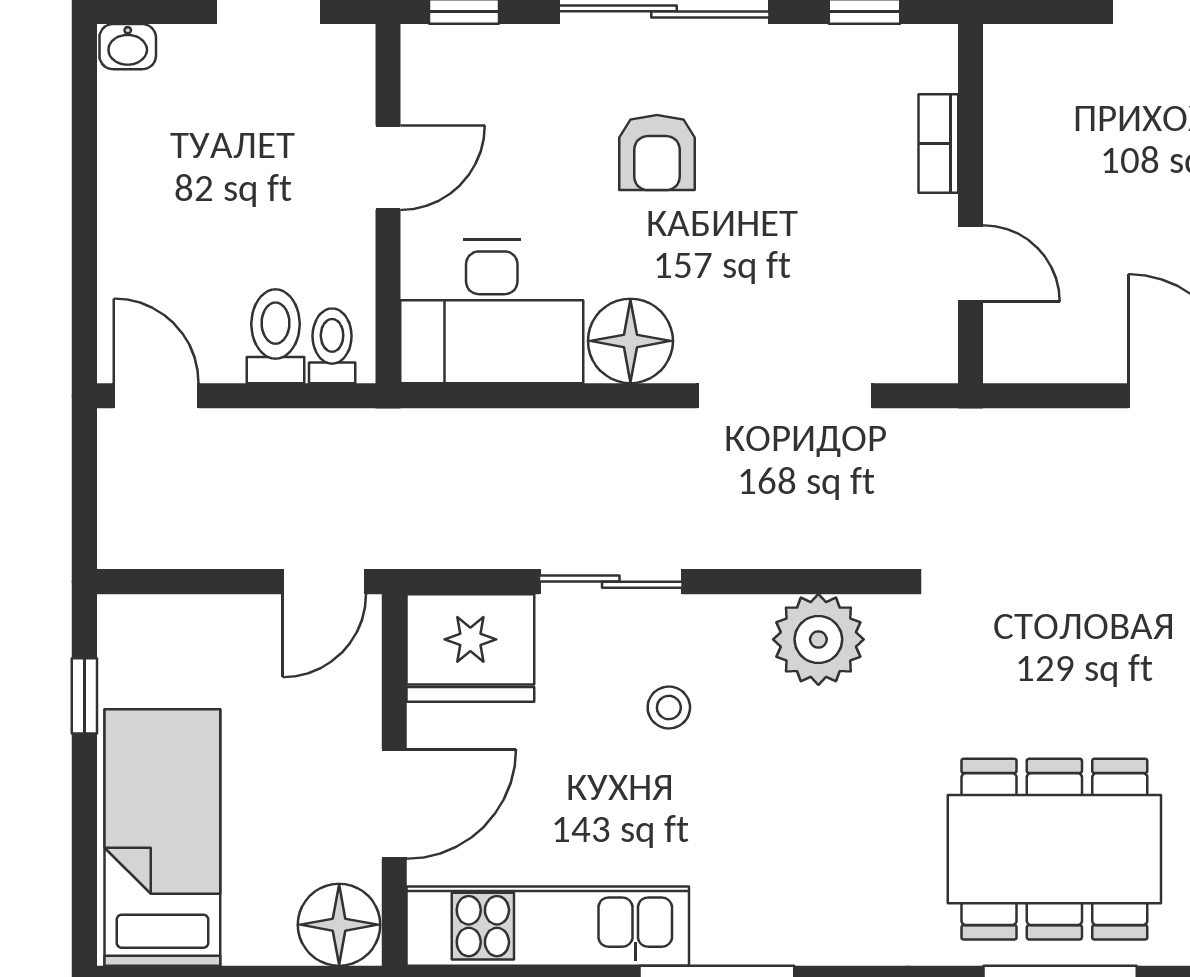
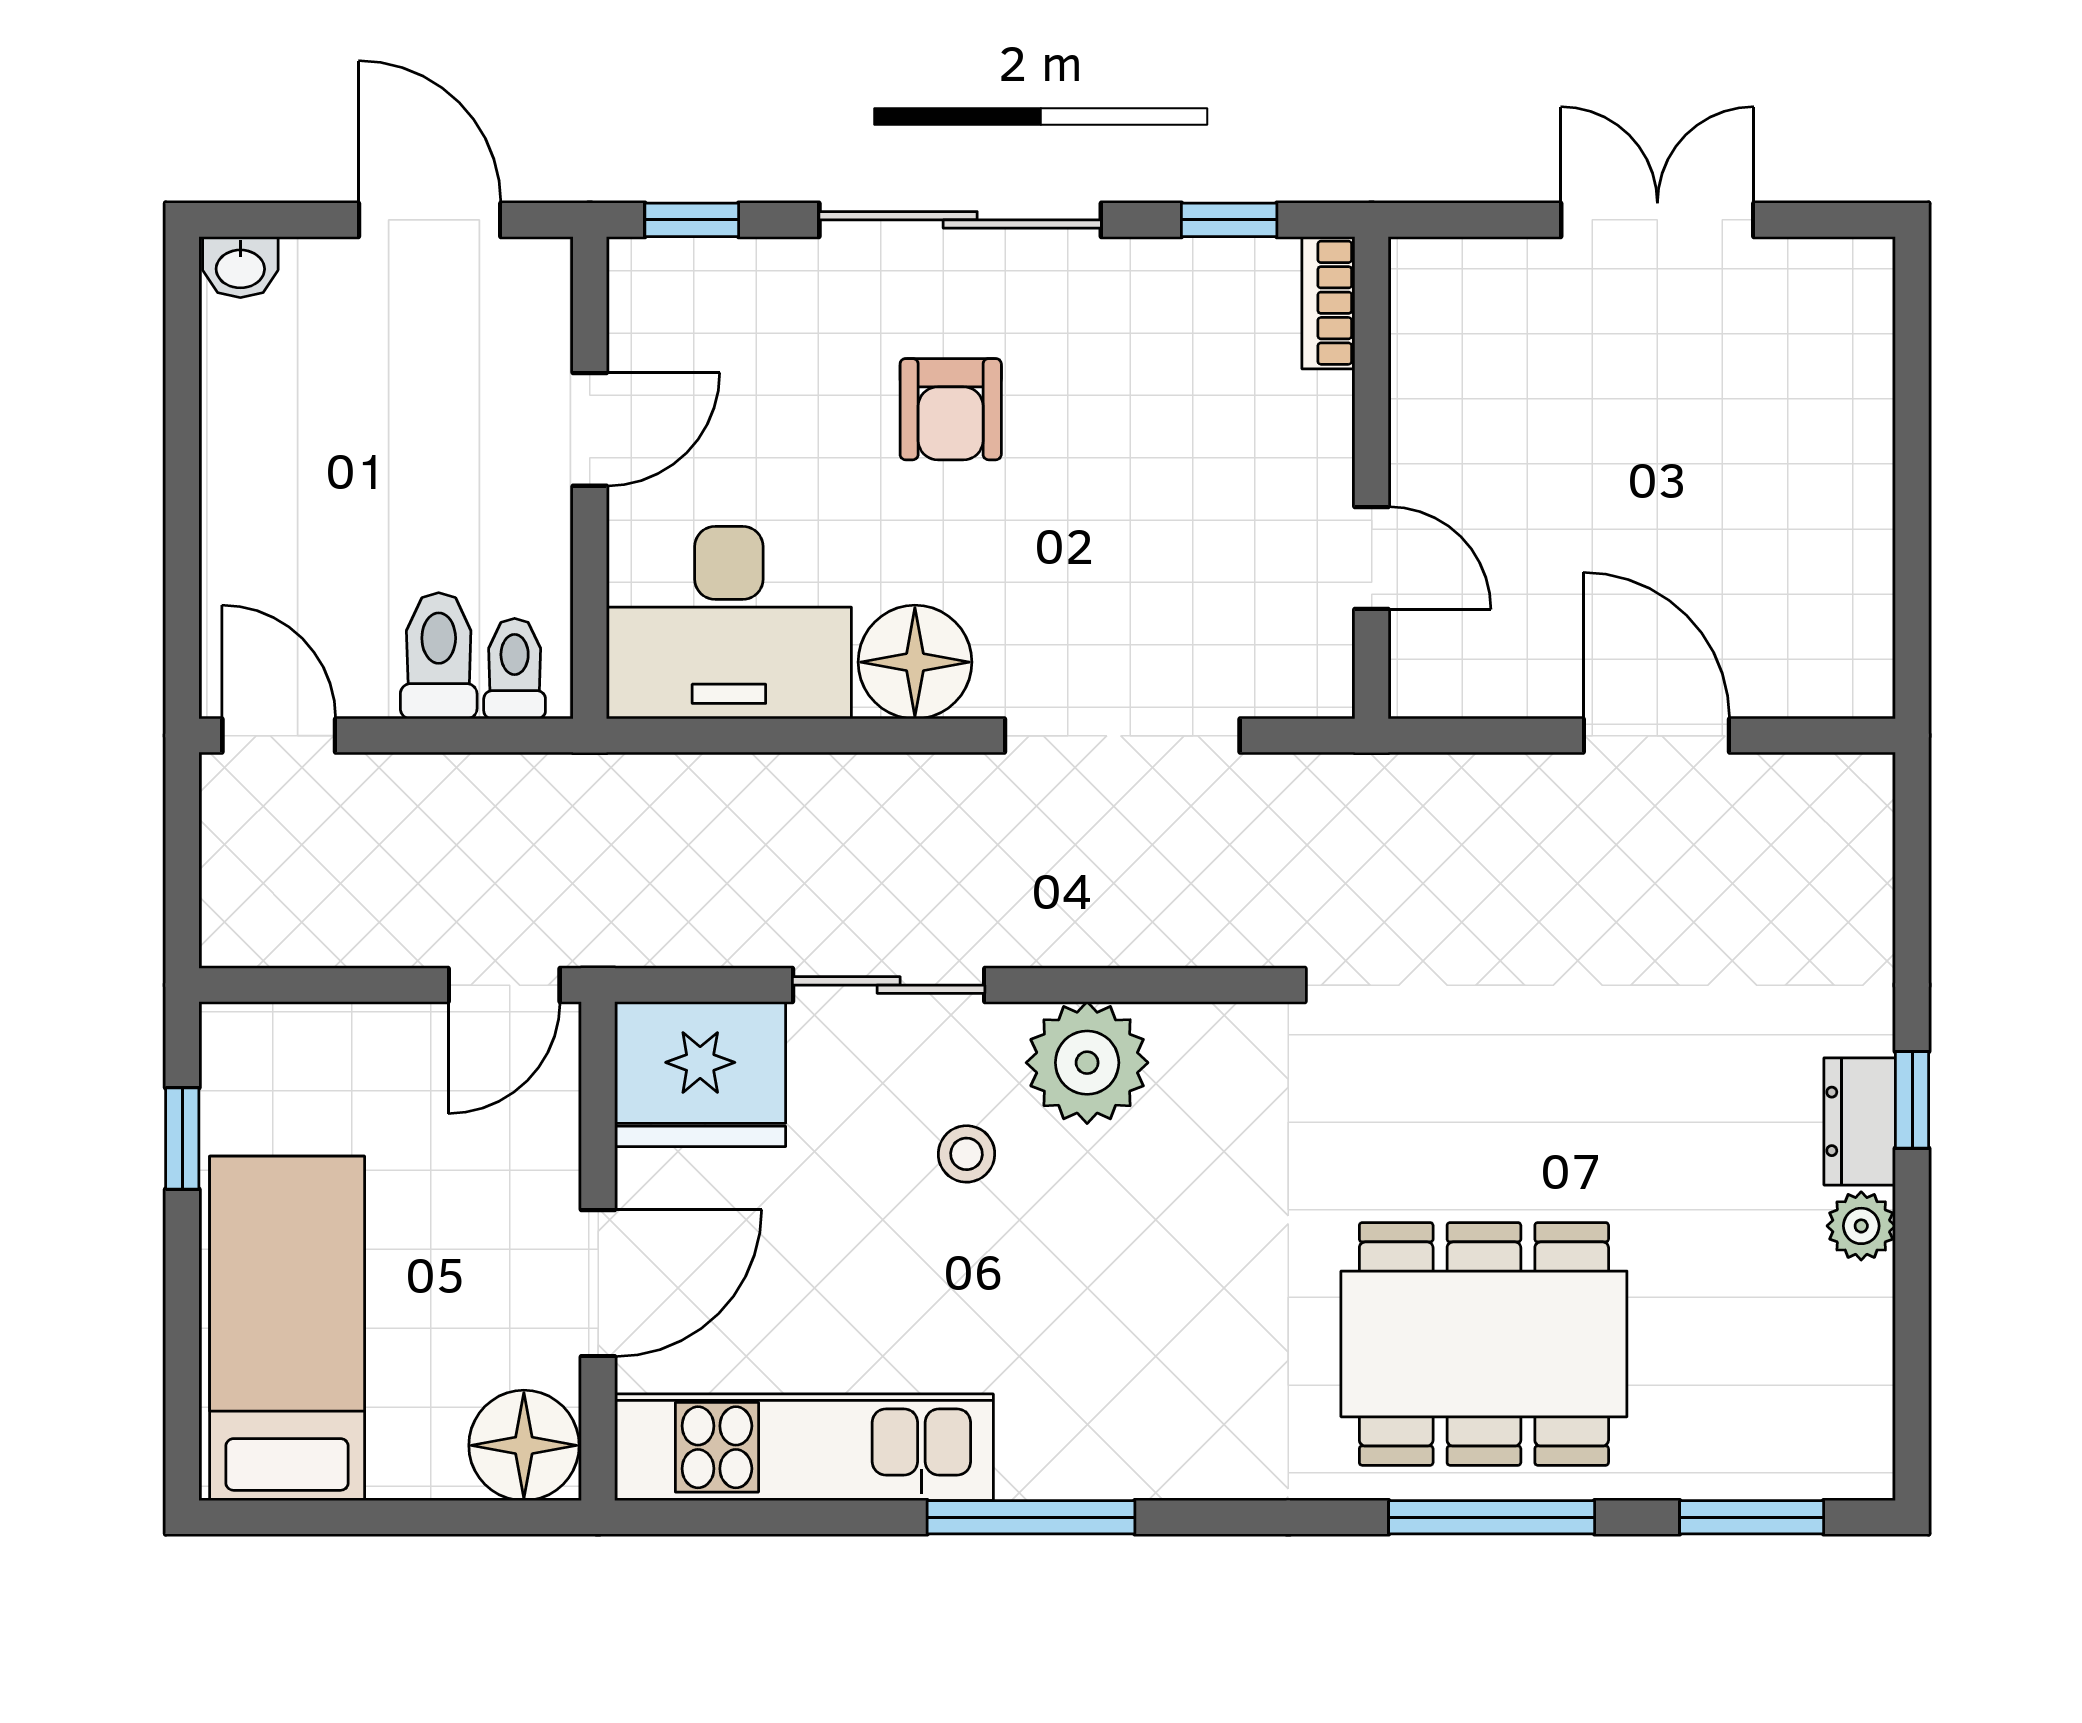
bookcase: (938, 144) -> (1328, 303), moved
plant: (818, 639) -> (1087, 1063), moved

